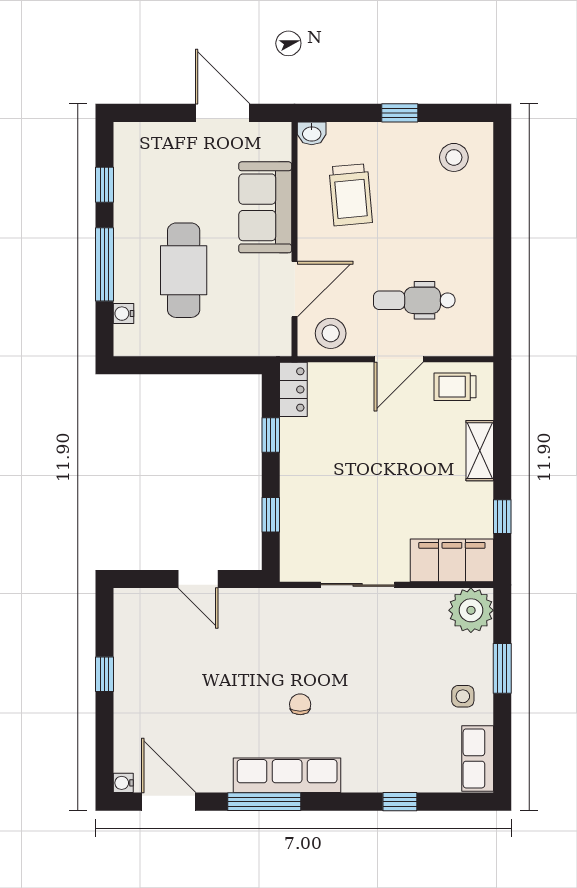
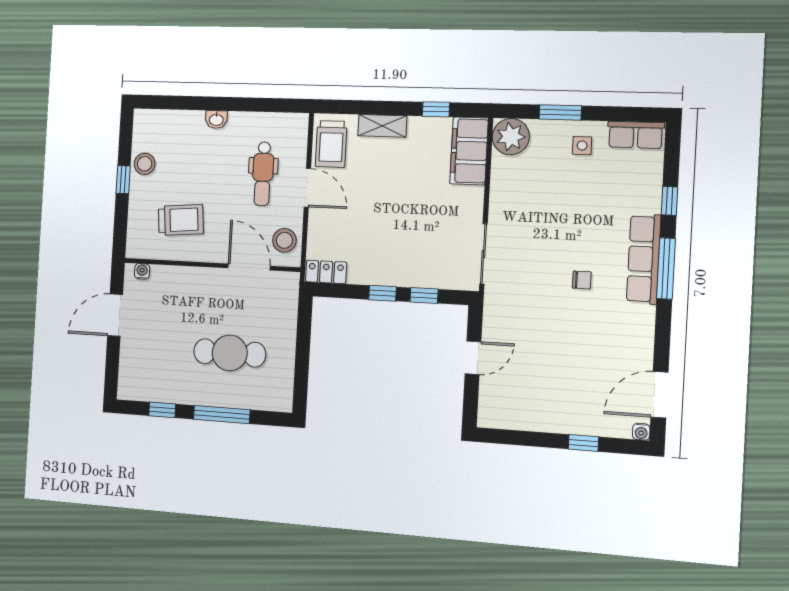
washbasin: (312, 133) -> (216, 119), moved, turned 90
stool: (454, 157) -> (145, 164), moved
sofa: (265, 207) -> (186, 286), removed
water cooler: (123, 314) -> (142, 271), moved, turned 180
trolley: (455, 387) -> (331, 144), width x1.36, depth x1.39
window: (271, 435) -> (383, 293), moved
sliding door: (358, 585) -> (483, 254), moved
window: (105, 674) -> (584, 443), moved
chair: (300, 704) -> (582, 280), turned 180
row of seats: (287, 775) -> (644, 259), moved
window: (264, 802) -> (666, 269), moved

